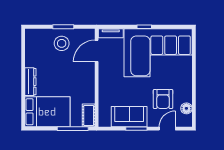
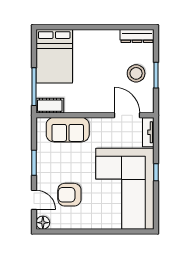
dresser: (30, 82) -> (137, 36), moved
floor lamp: (186, 108) -> (43, 223), moved
sofa: (129, 117) -> (68, 130), moved, turned 90

